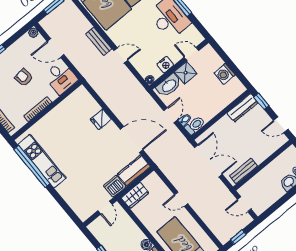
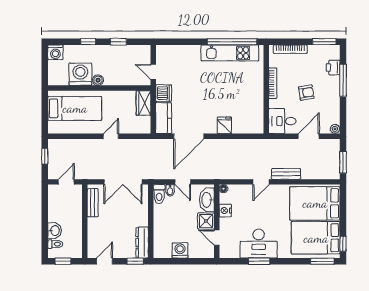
door: (191, 54) -> (217, 238), swing flipped

